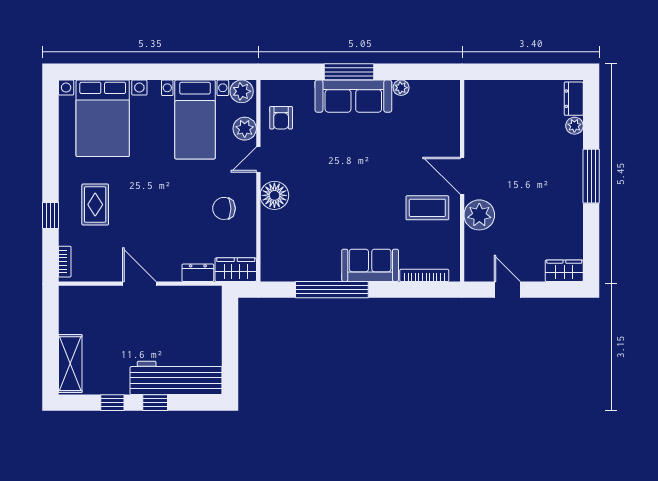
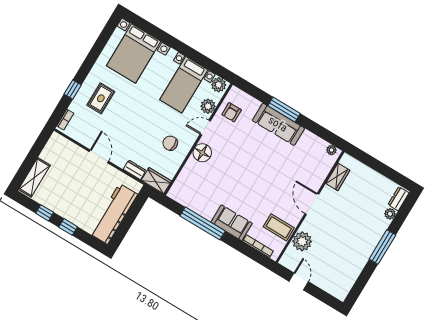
plant: (401, 88) -> (332, 150), moved
coffee table: (427, 208) -> (279, 227), moved
plant: (479, 215) -> (302, 241), moved
wardrobe: (564, 271) -> (338, 177), moved, turned 90
workbench: (176, 378) -> (114, 214), moved, turned -90

